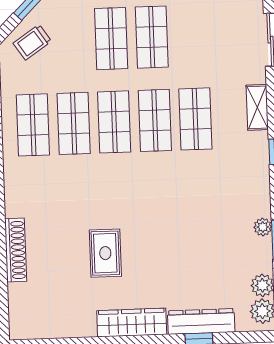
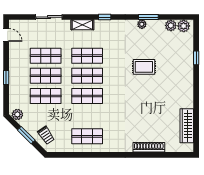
shop shelf: (74, 123) -> (46, 56), moved
rug: (105, 253) -> (144, 67), moved
dresser: (201, 321) -> (188, 56), removed
wardrobe: (132, 323) -> (187, 126), moved

